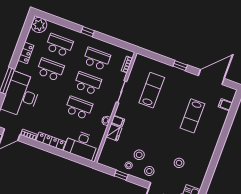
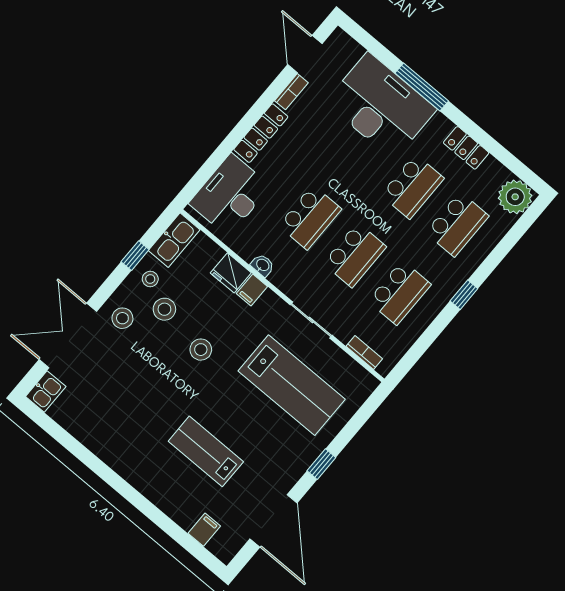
lab bench: (152, 90) -> (292, 385), width x1.36, depth x1.39
kitchen sink: (109, 161) -> (174, 240), added
stool: (179, 163) -> (201, 350), moved

